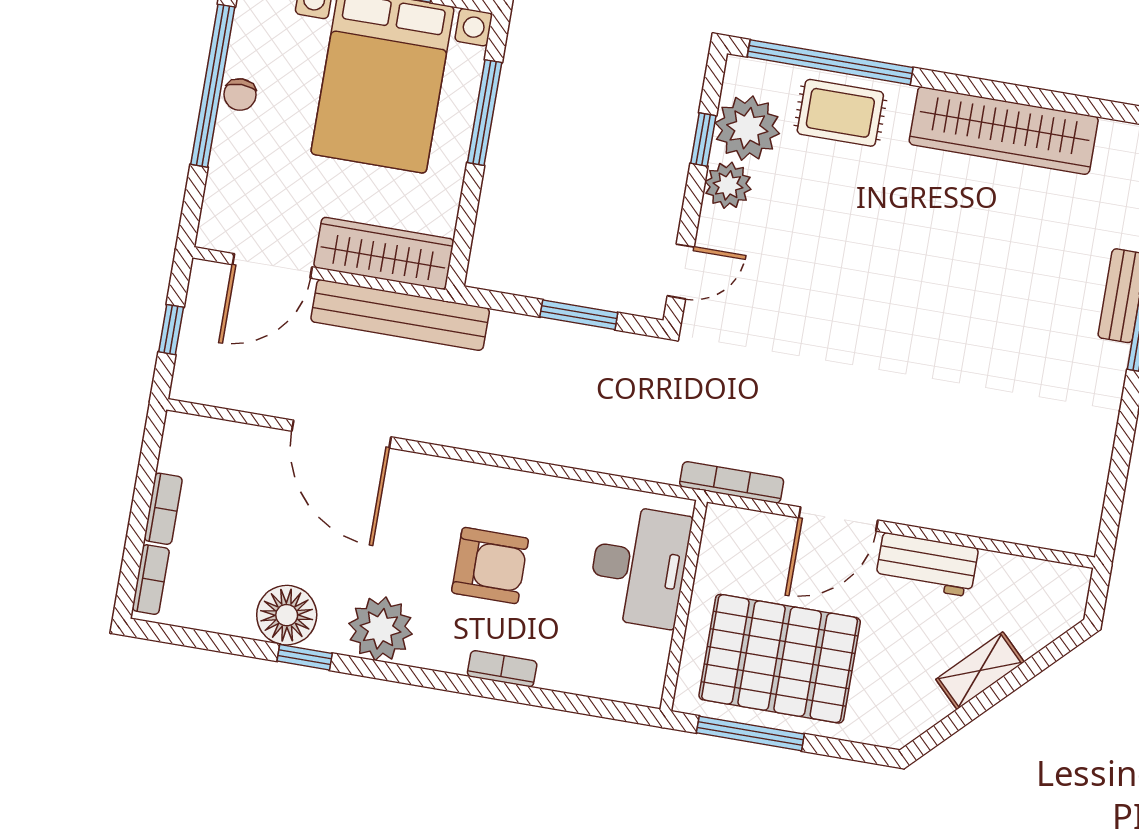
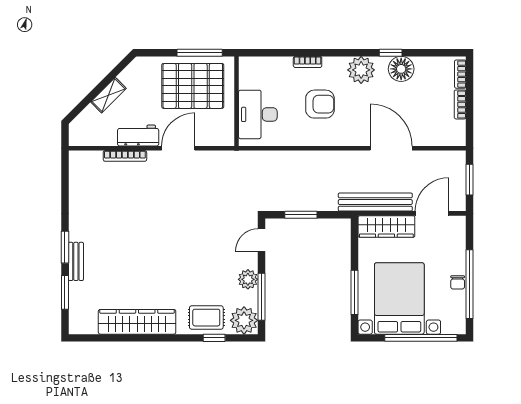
window: (830, 62) -> (214, 338), width x0.32
chair: (240, 95) -> (458, 282), turned 180
plant: (747, 128) -> (244, 320), moved
window: (703, 139) -> (261, 297), width x2.17
window: (171, 330) -> (470, 180), width x1.50
bookcase: (732, 482) -> (125, 156), moved
armchair: (490, 566) -> (320, 104), turned 180

